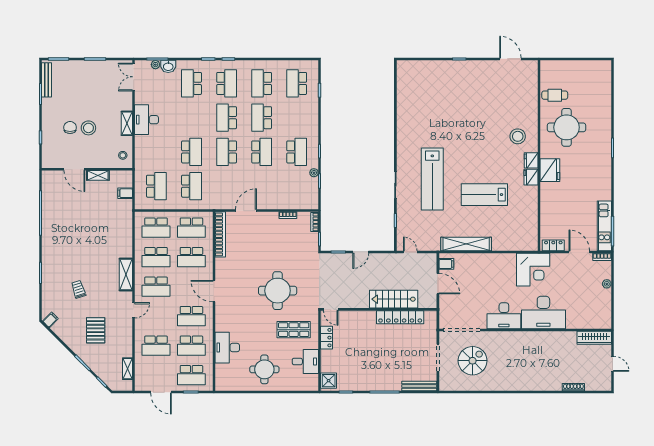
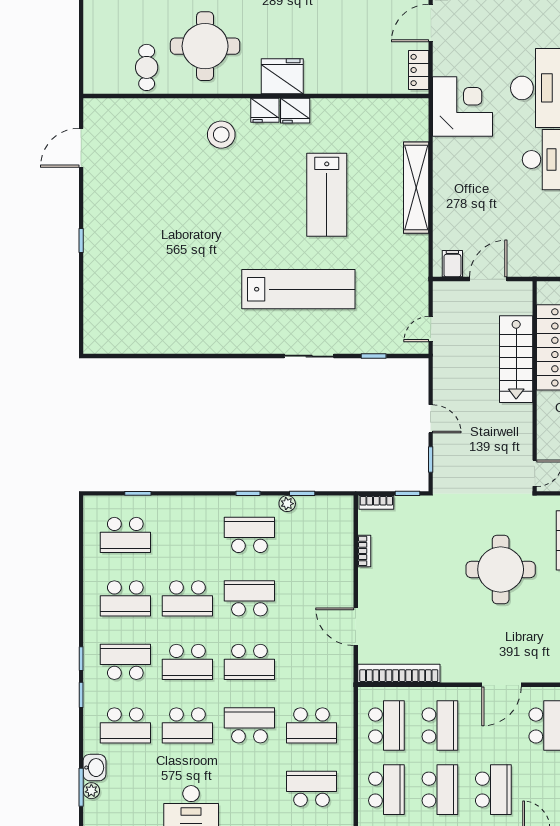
school desk: (192, 118) -> (187, 725), added
school desk: (192, 186) -> (311, 725), turned 180
shelving: (466, 244) -> (416, 188), moved

